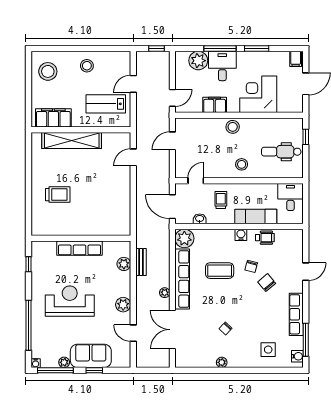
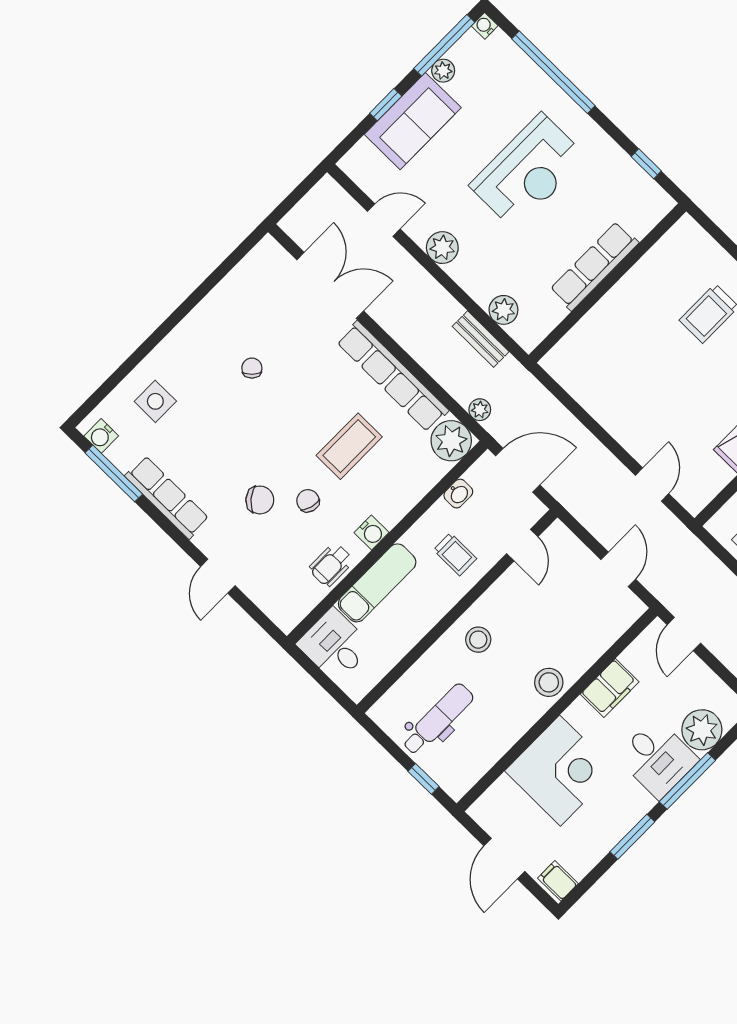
desk: (290, 197) -> (335, 645), moved, turned 180
plant: (165, 293) -> (480, 410), moved
plant: (222, 362) -> (206, 311), removed

